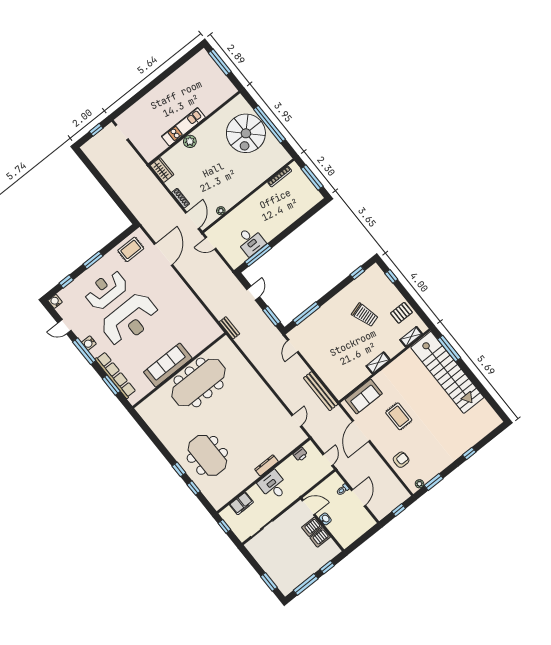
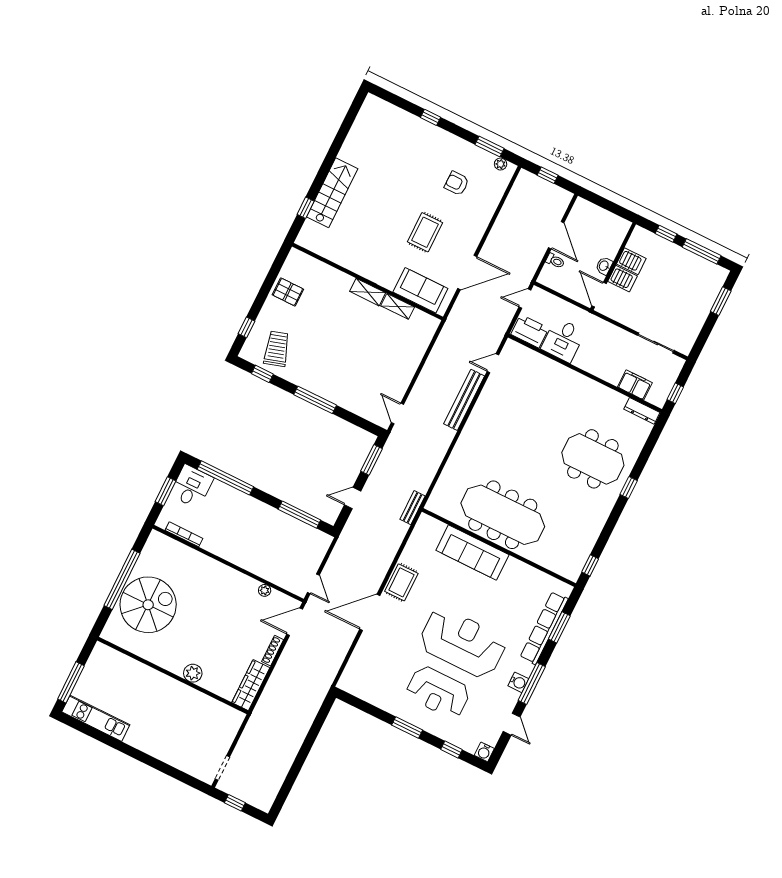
kitchen unit: (183, 127) -> (96, 718), moved, turned 180
wardrobe: (162, 170) -> (251, 685), width x1.50
window: (312, 178) -> (165, 491), width x0.69
window: (303, 219) -> (225, 478), added
desk: (250, 241) -> (192, 486), moved
rug: (131, 249) -> (401, 582), moved, turned 90
door: (163, 254) -> (370, 612), moved
window: (306, 314) -> (315, 400), moved
trolley: (365, 315) -> (277, 349), moved
shelving: (411, 337) -> (398, 306), moved
door: (293, 346) -> (398, 413), swing flipped
window: (449, 349) -> (306, 208), width x0.46
sofa: (168, 365) -> (472, 553), moved
stairs: (447, 372) -> (332, 193), width x0.54, depth x0.66
bench: (321, 391) -> (464, 400), moved
printer: (300, 454) -> (530, 331), width x1.87, depth x1.48
meeting table: (207, 455) -> (593, 459), turned 90
armchair: (401, 460) -> (457, 183), moved
dresser: (267, 465) -> (642, 411), moved
desk: (273, 486) -> (563, 340), moved
window: (194, 488) -> (590, 565), moved
door: (358, 498) -> (556, 235), swing flipped

